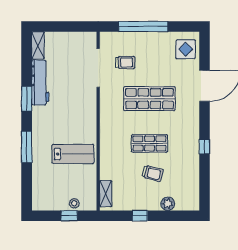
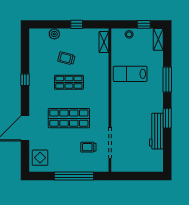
shelving: (38, 45) -> (158, 39), moved
window: (69, 216) -> (144, 24), moved

